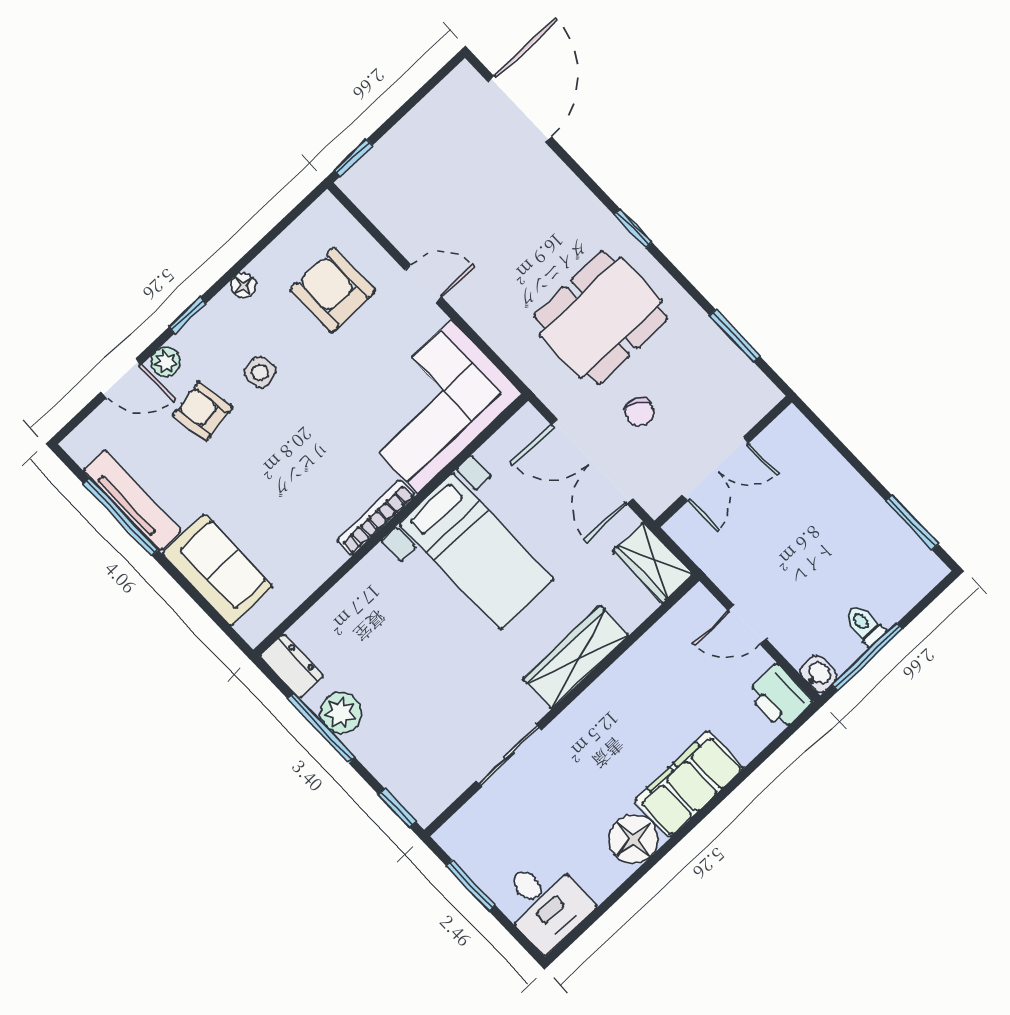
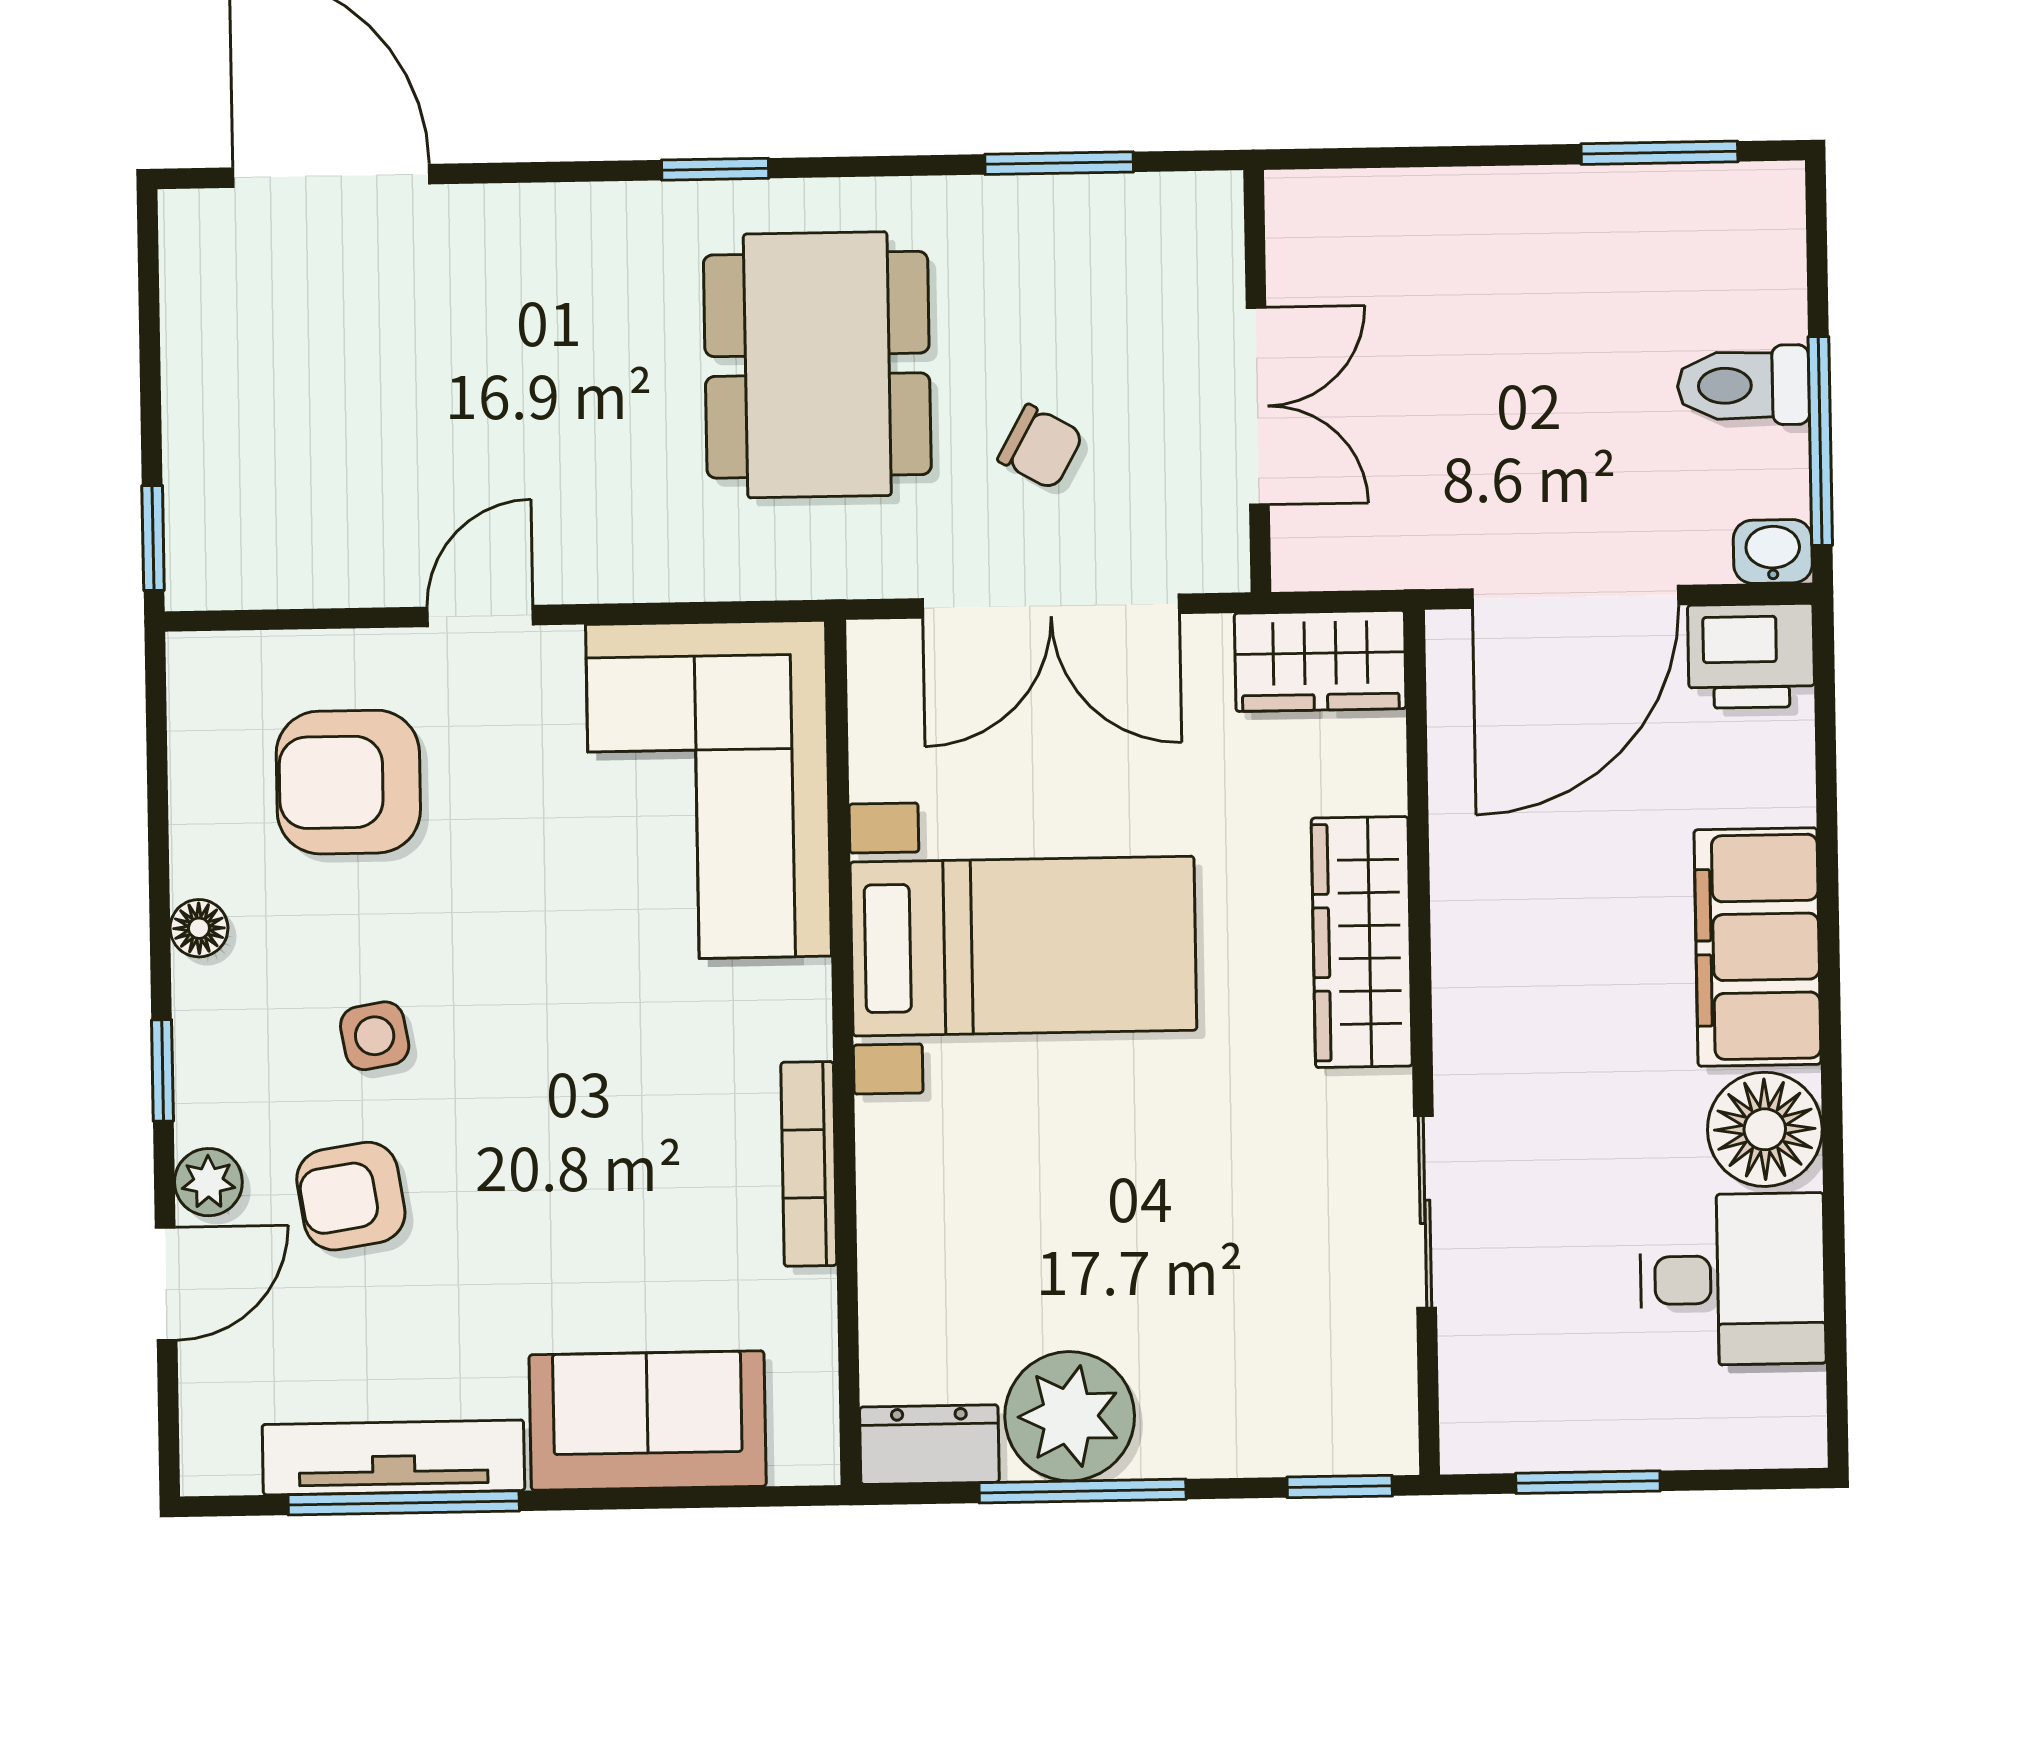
bookcase: (376, 518) -> (809, 1164), moved
door: (747, 625) -> (1575, 597), width x1.88
toilet: (865, 626) -> (1743, 385), width x1.37, depth x1.39
plant: (341, 713) -> (1070, 1416), width x1.36, depth x1.36
desk: (544, 903) -> (1733, 1279), moved

